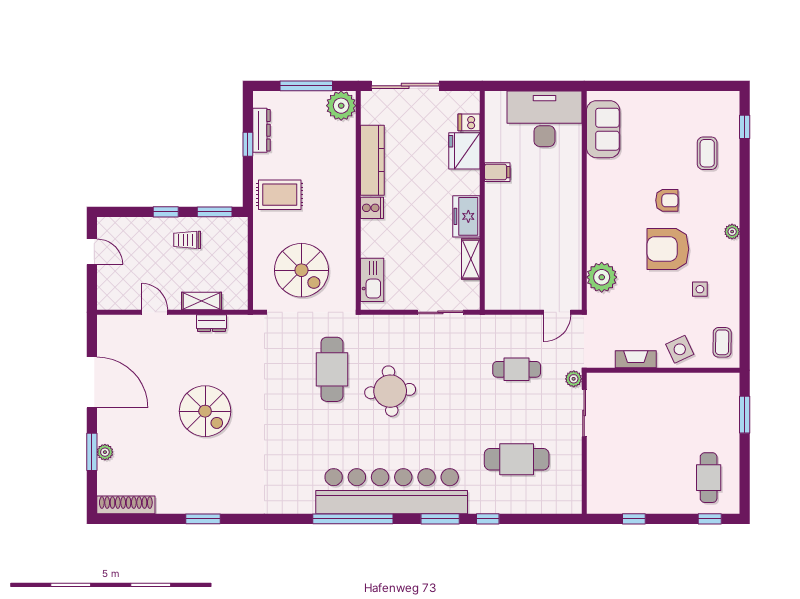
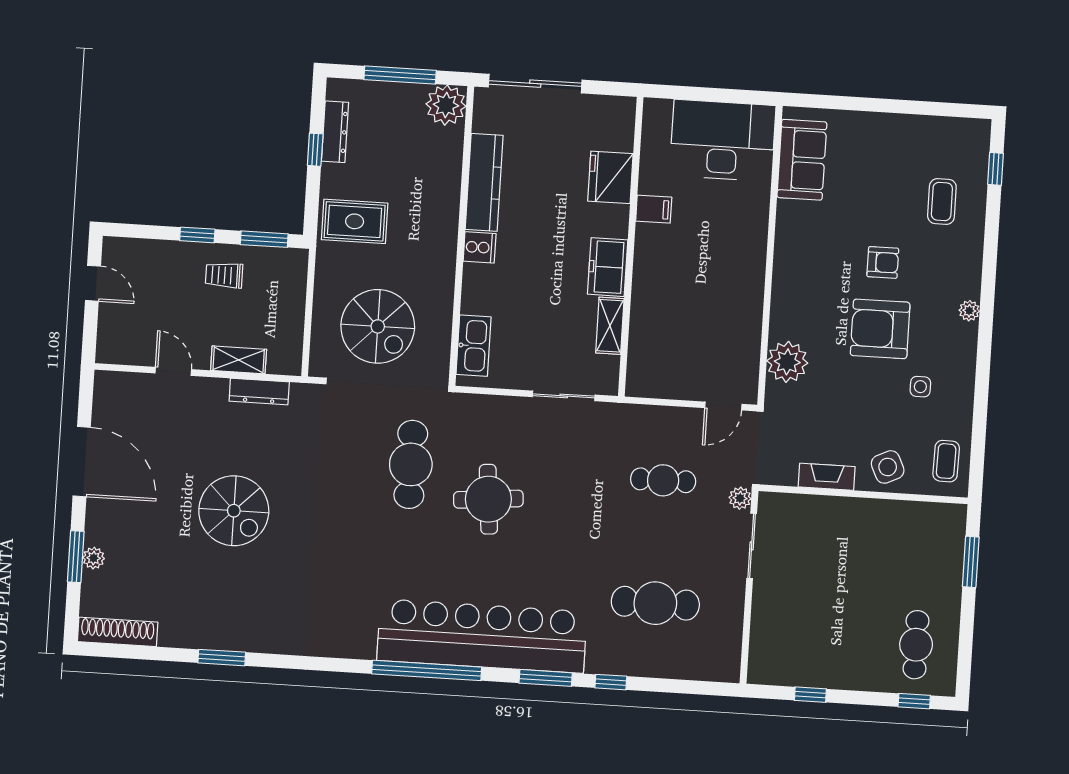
dishwasher: (469, 122) -> (619, 139), removed
dresser: (211, 323) -> (259, 392), width x1.44

